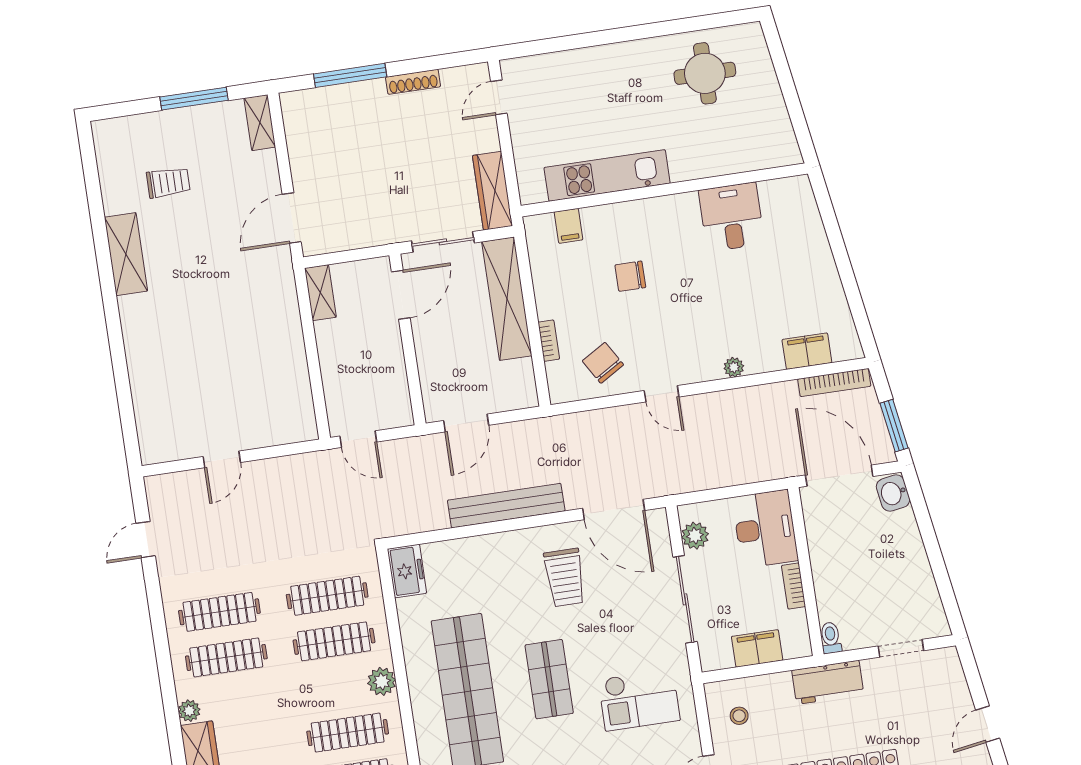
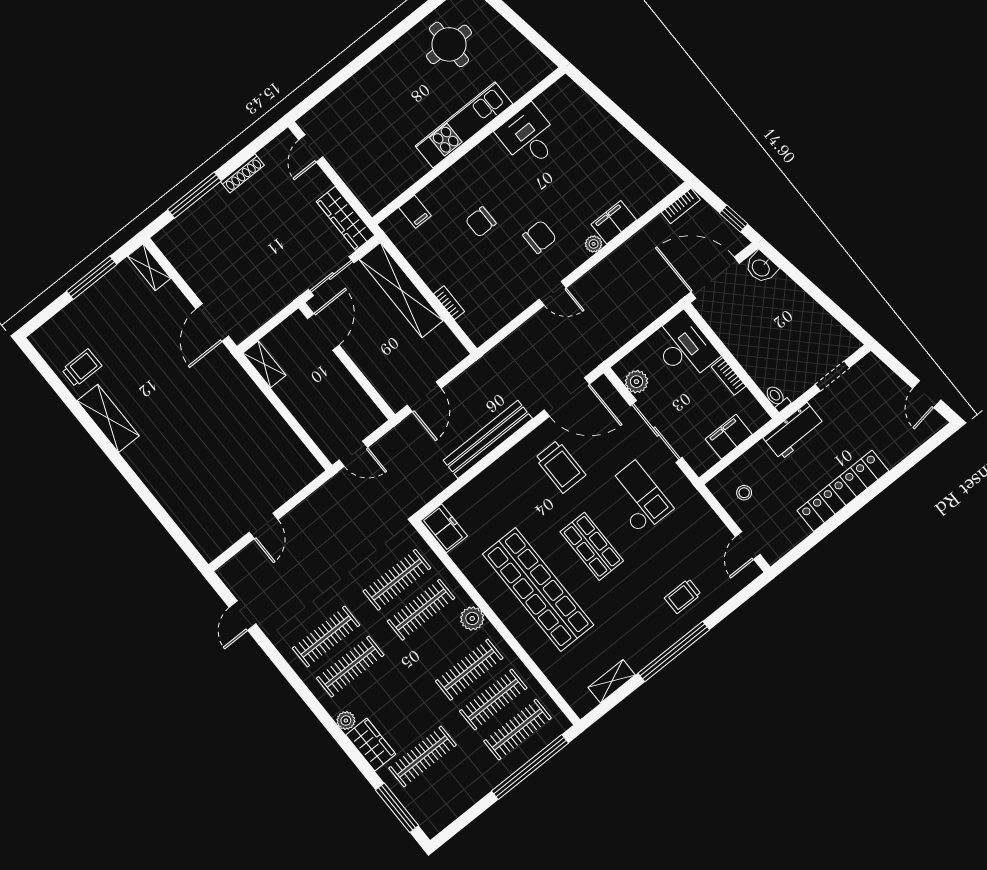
kitchen unit: (607, 175) -> (464, 125), moved
trolley: (168, 182) -> (82, 368), moved
filing cabinet: (807, 351) -> (614, 222), moved
chair: (603, 363) -> (540, 237), moved, turned 121
bookcase: (834, 383) -> (681, 206), width x0.64
window: (894, 426) -> (734, 219), width x0.67
checkout: (639, 700) -> (638, 498), moved, turned -90

